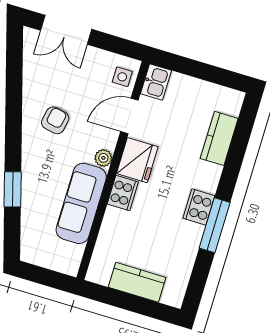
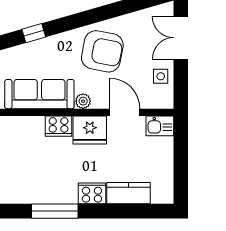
side table: (122, 77) -> (161, 76), moved
armchair: (55, 120) -> (102, 51), width x1.88, depth x1.88
window: (13, 189) -> (34, 33), width x0.67
cooker: (199, 207) -> (92, 193), moved

